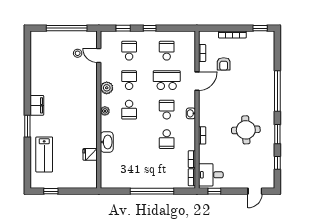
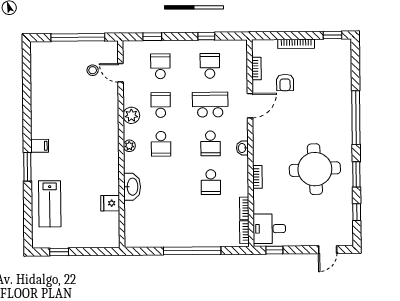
window: (150, 28) -> (206, 36), moved
filing cabinet: (37, 105) -> (40, 146), width x0.50
school desk: (167, 110) -> (210, 143), turned 180
round table: (246, 130) -> (315, 169), width x1.36, depth x1.36

